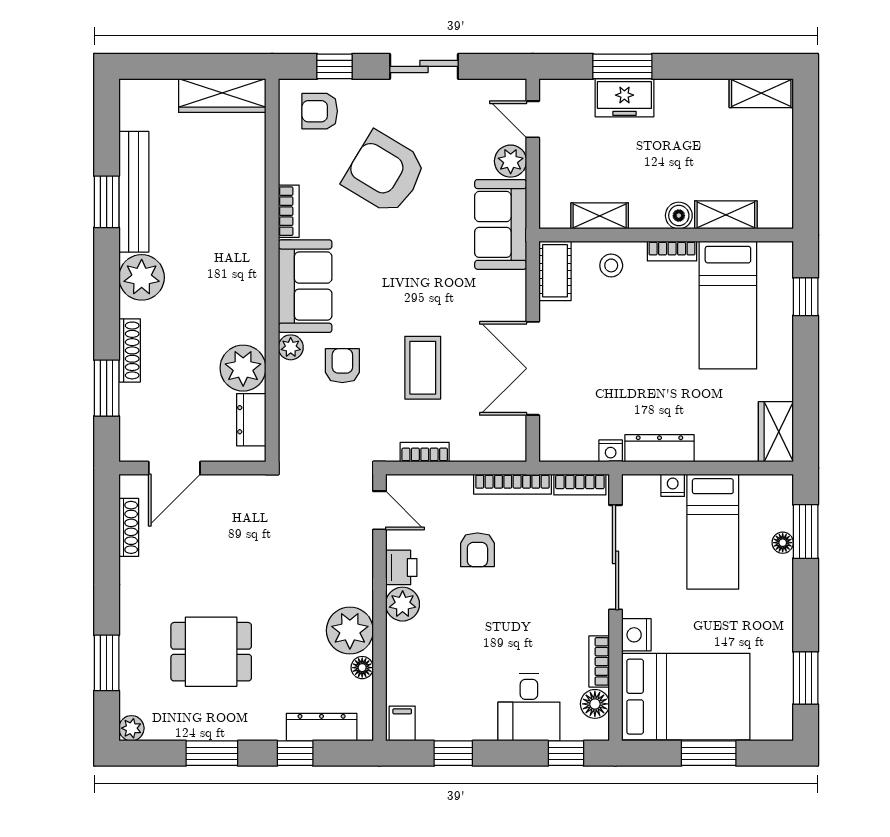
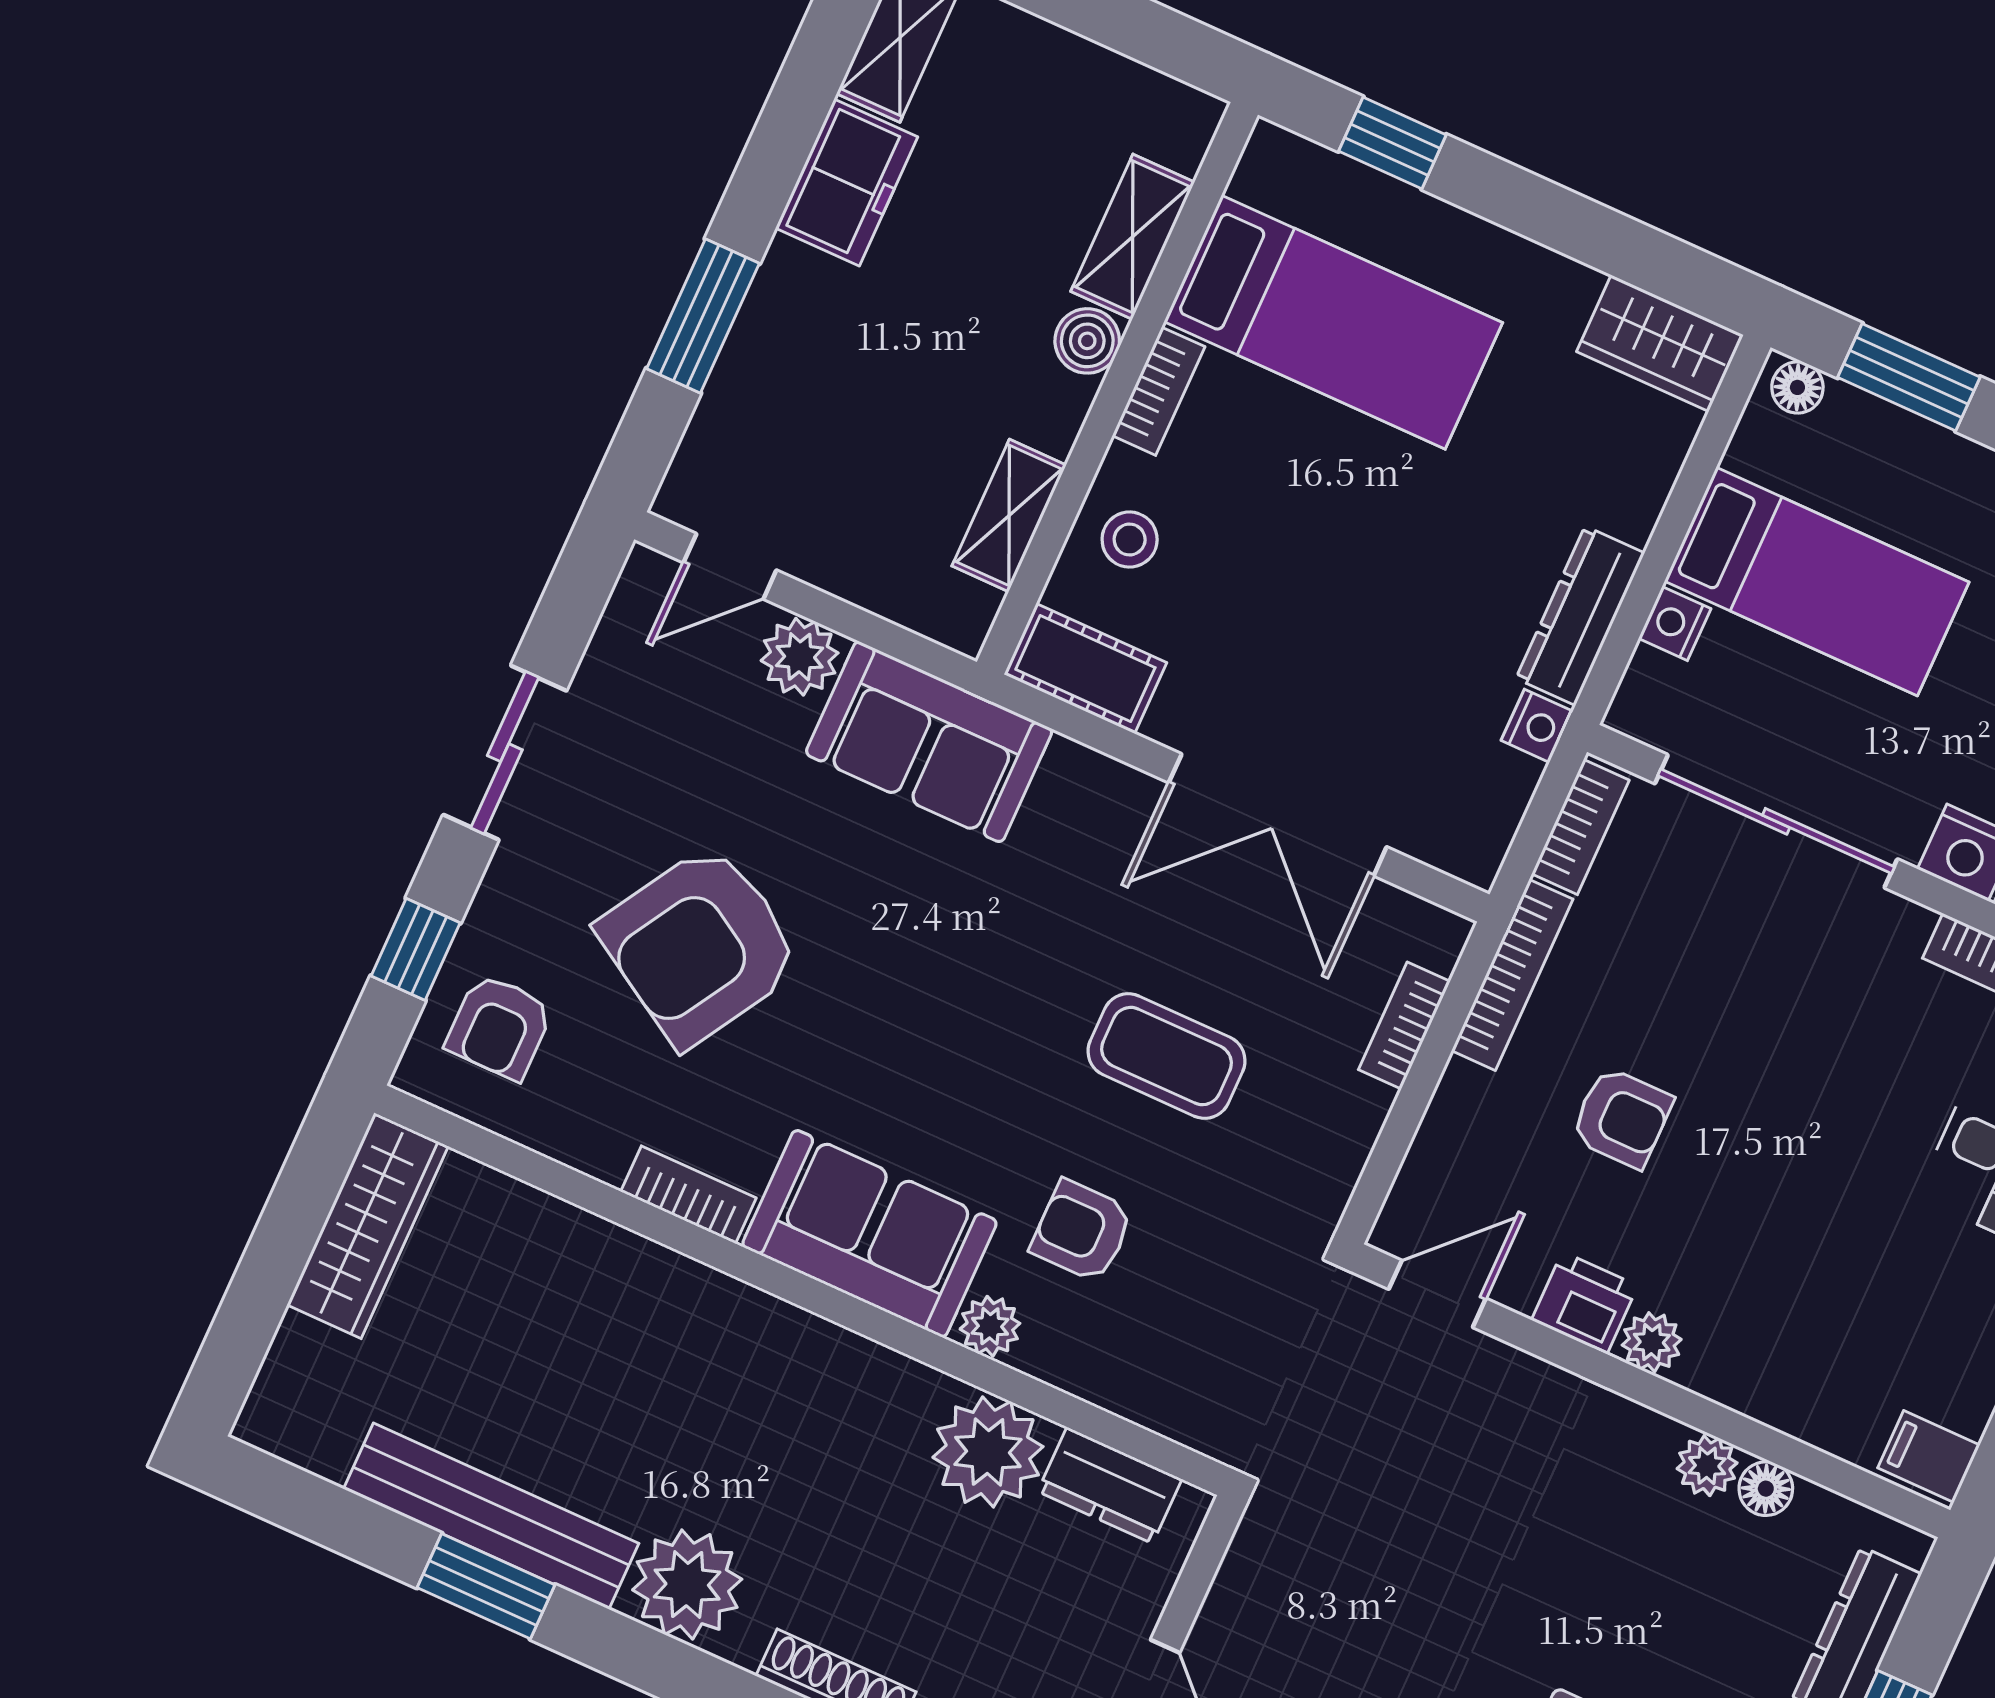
freezer: (624, 98) -> (847, 183), moved
bookcase: (425, 452) -> (1404, 1026), moved
floor lamp: (783, 543) -> (1797, 387), moved
plant: (403, 604) -> (1652, 1342), width x0.73, depth x0.73
plant: (350, 631) -> (1707, 1466), width x0.53, depth x0.53

